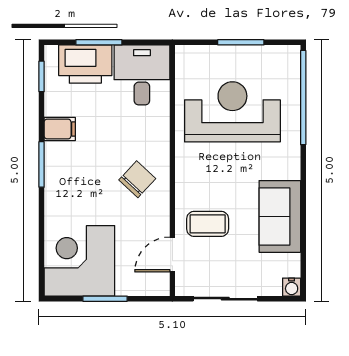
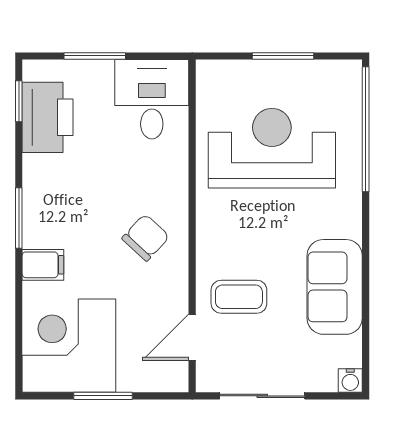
printer: (85, 64) -> (48, 117), moved, turned -90
filing cabinet: (60, 129) -> (43, 265), moved

